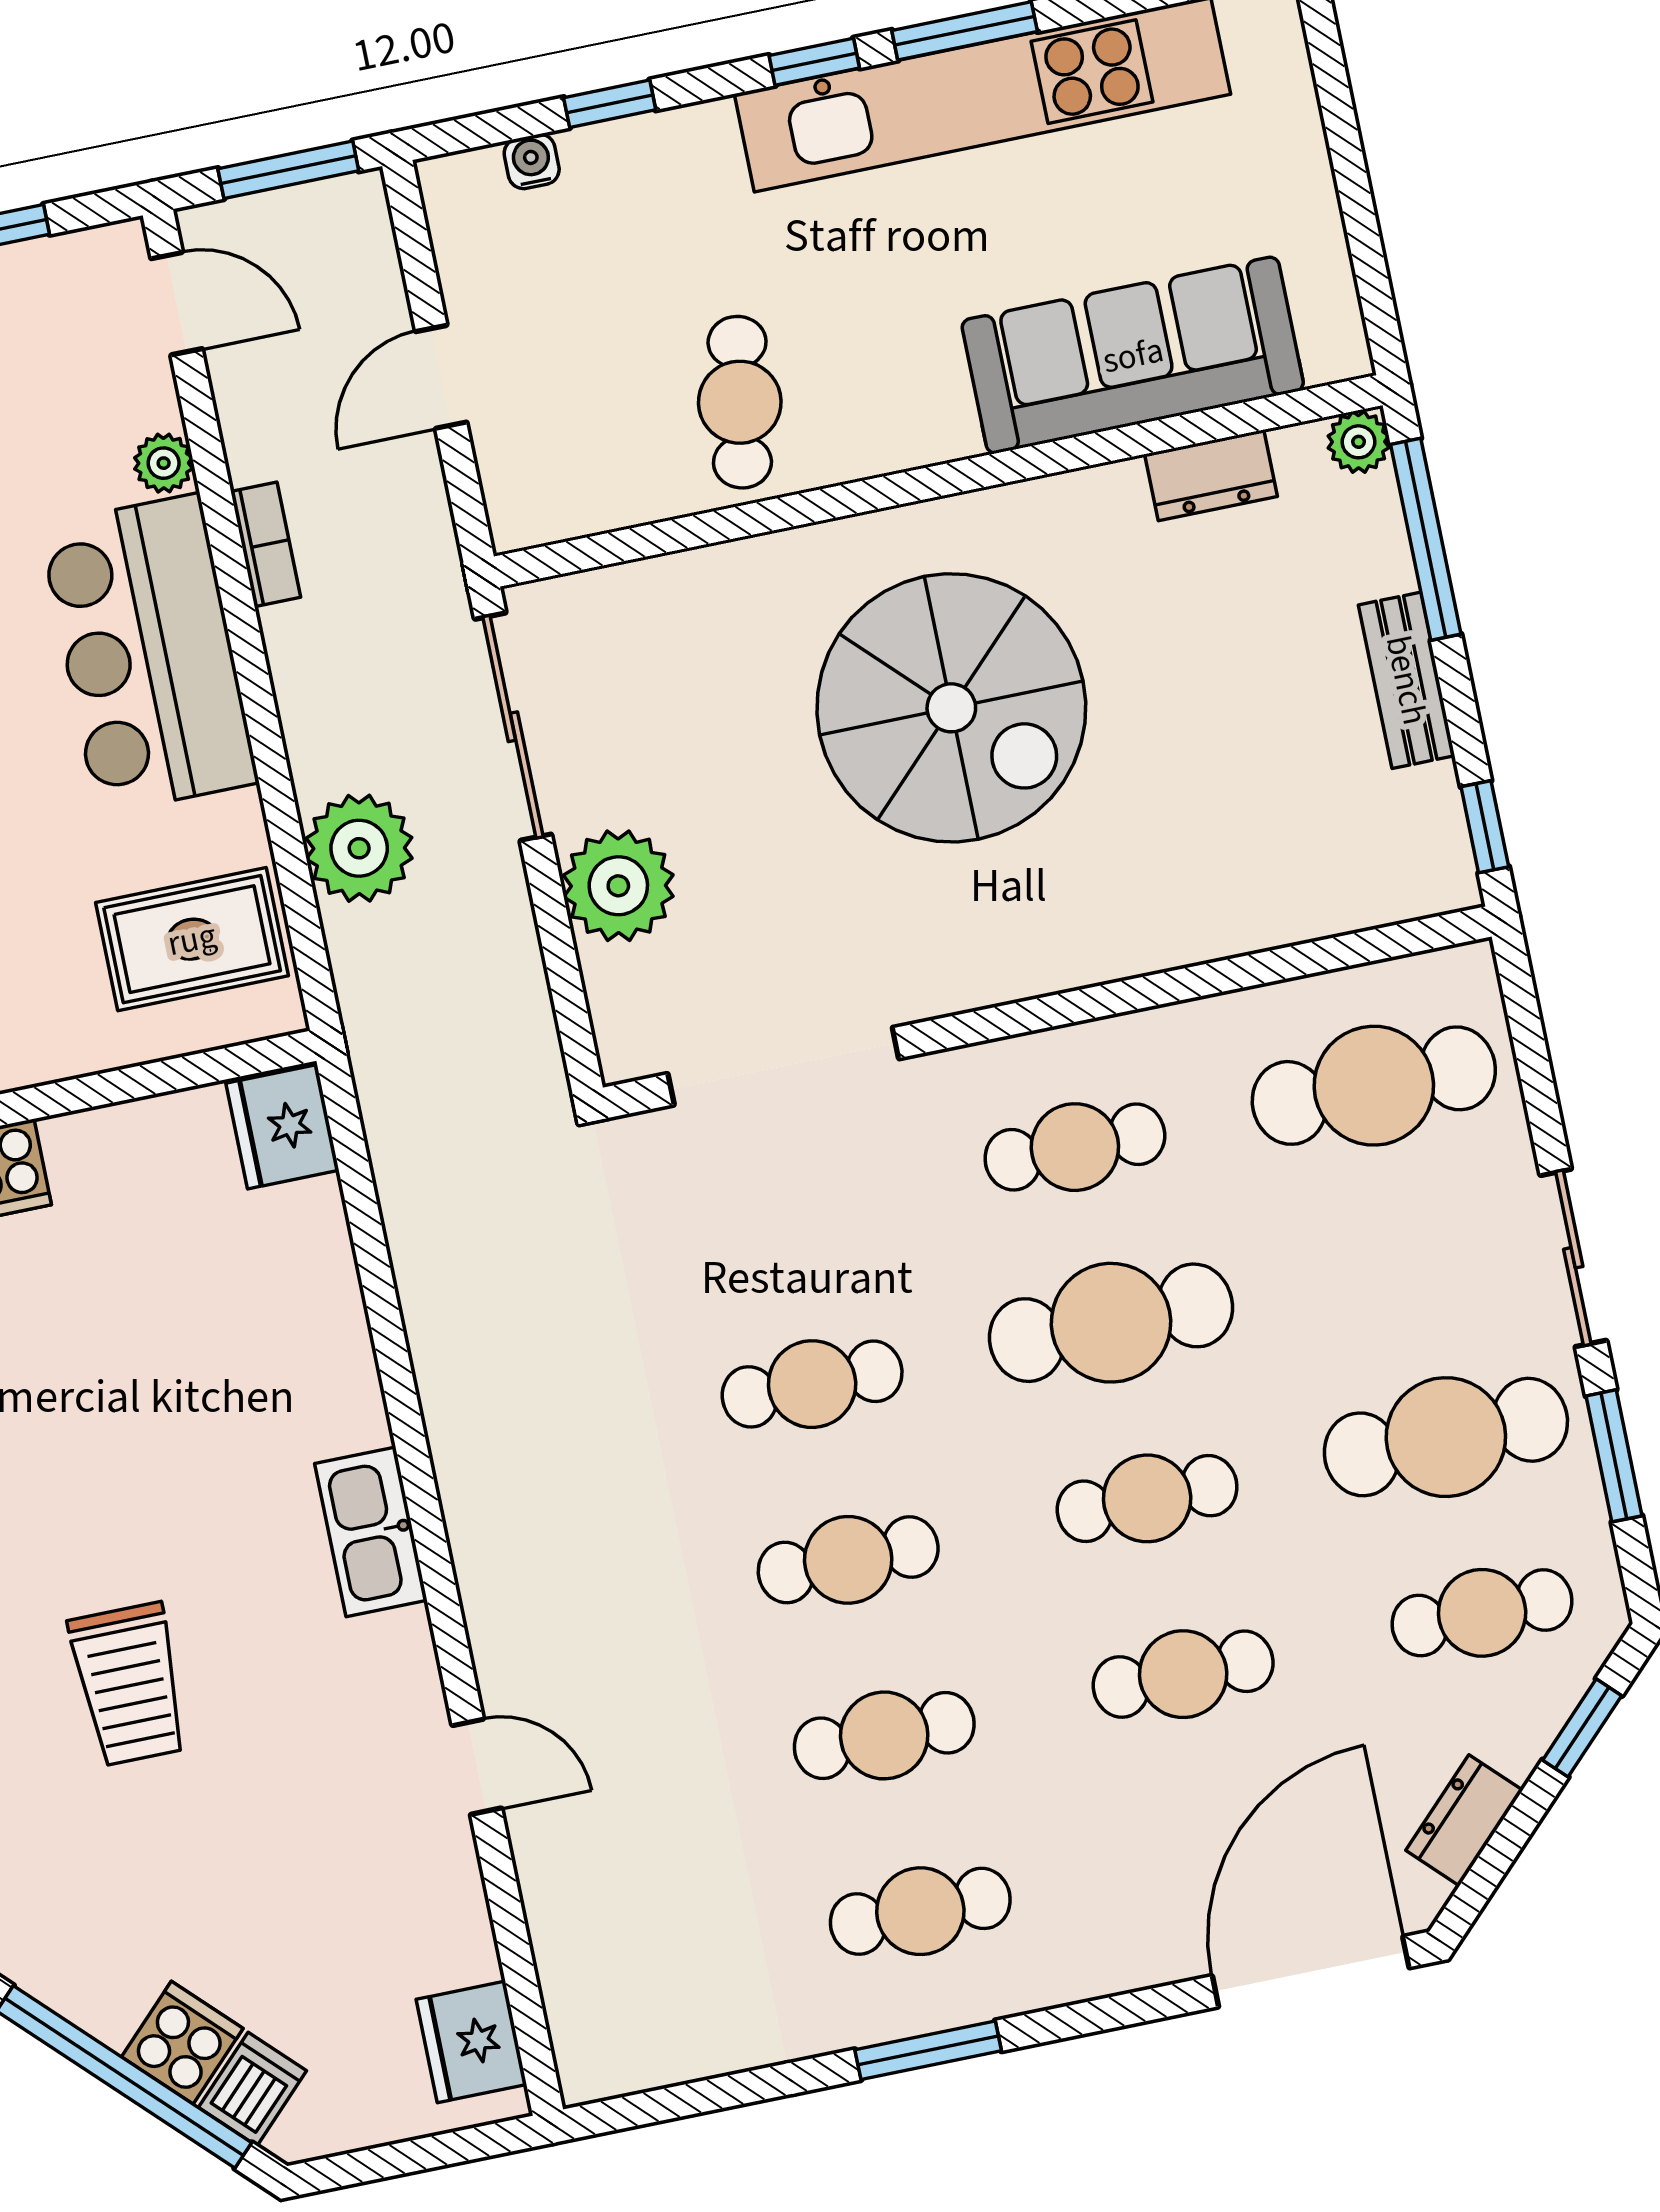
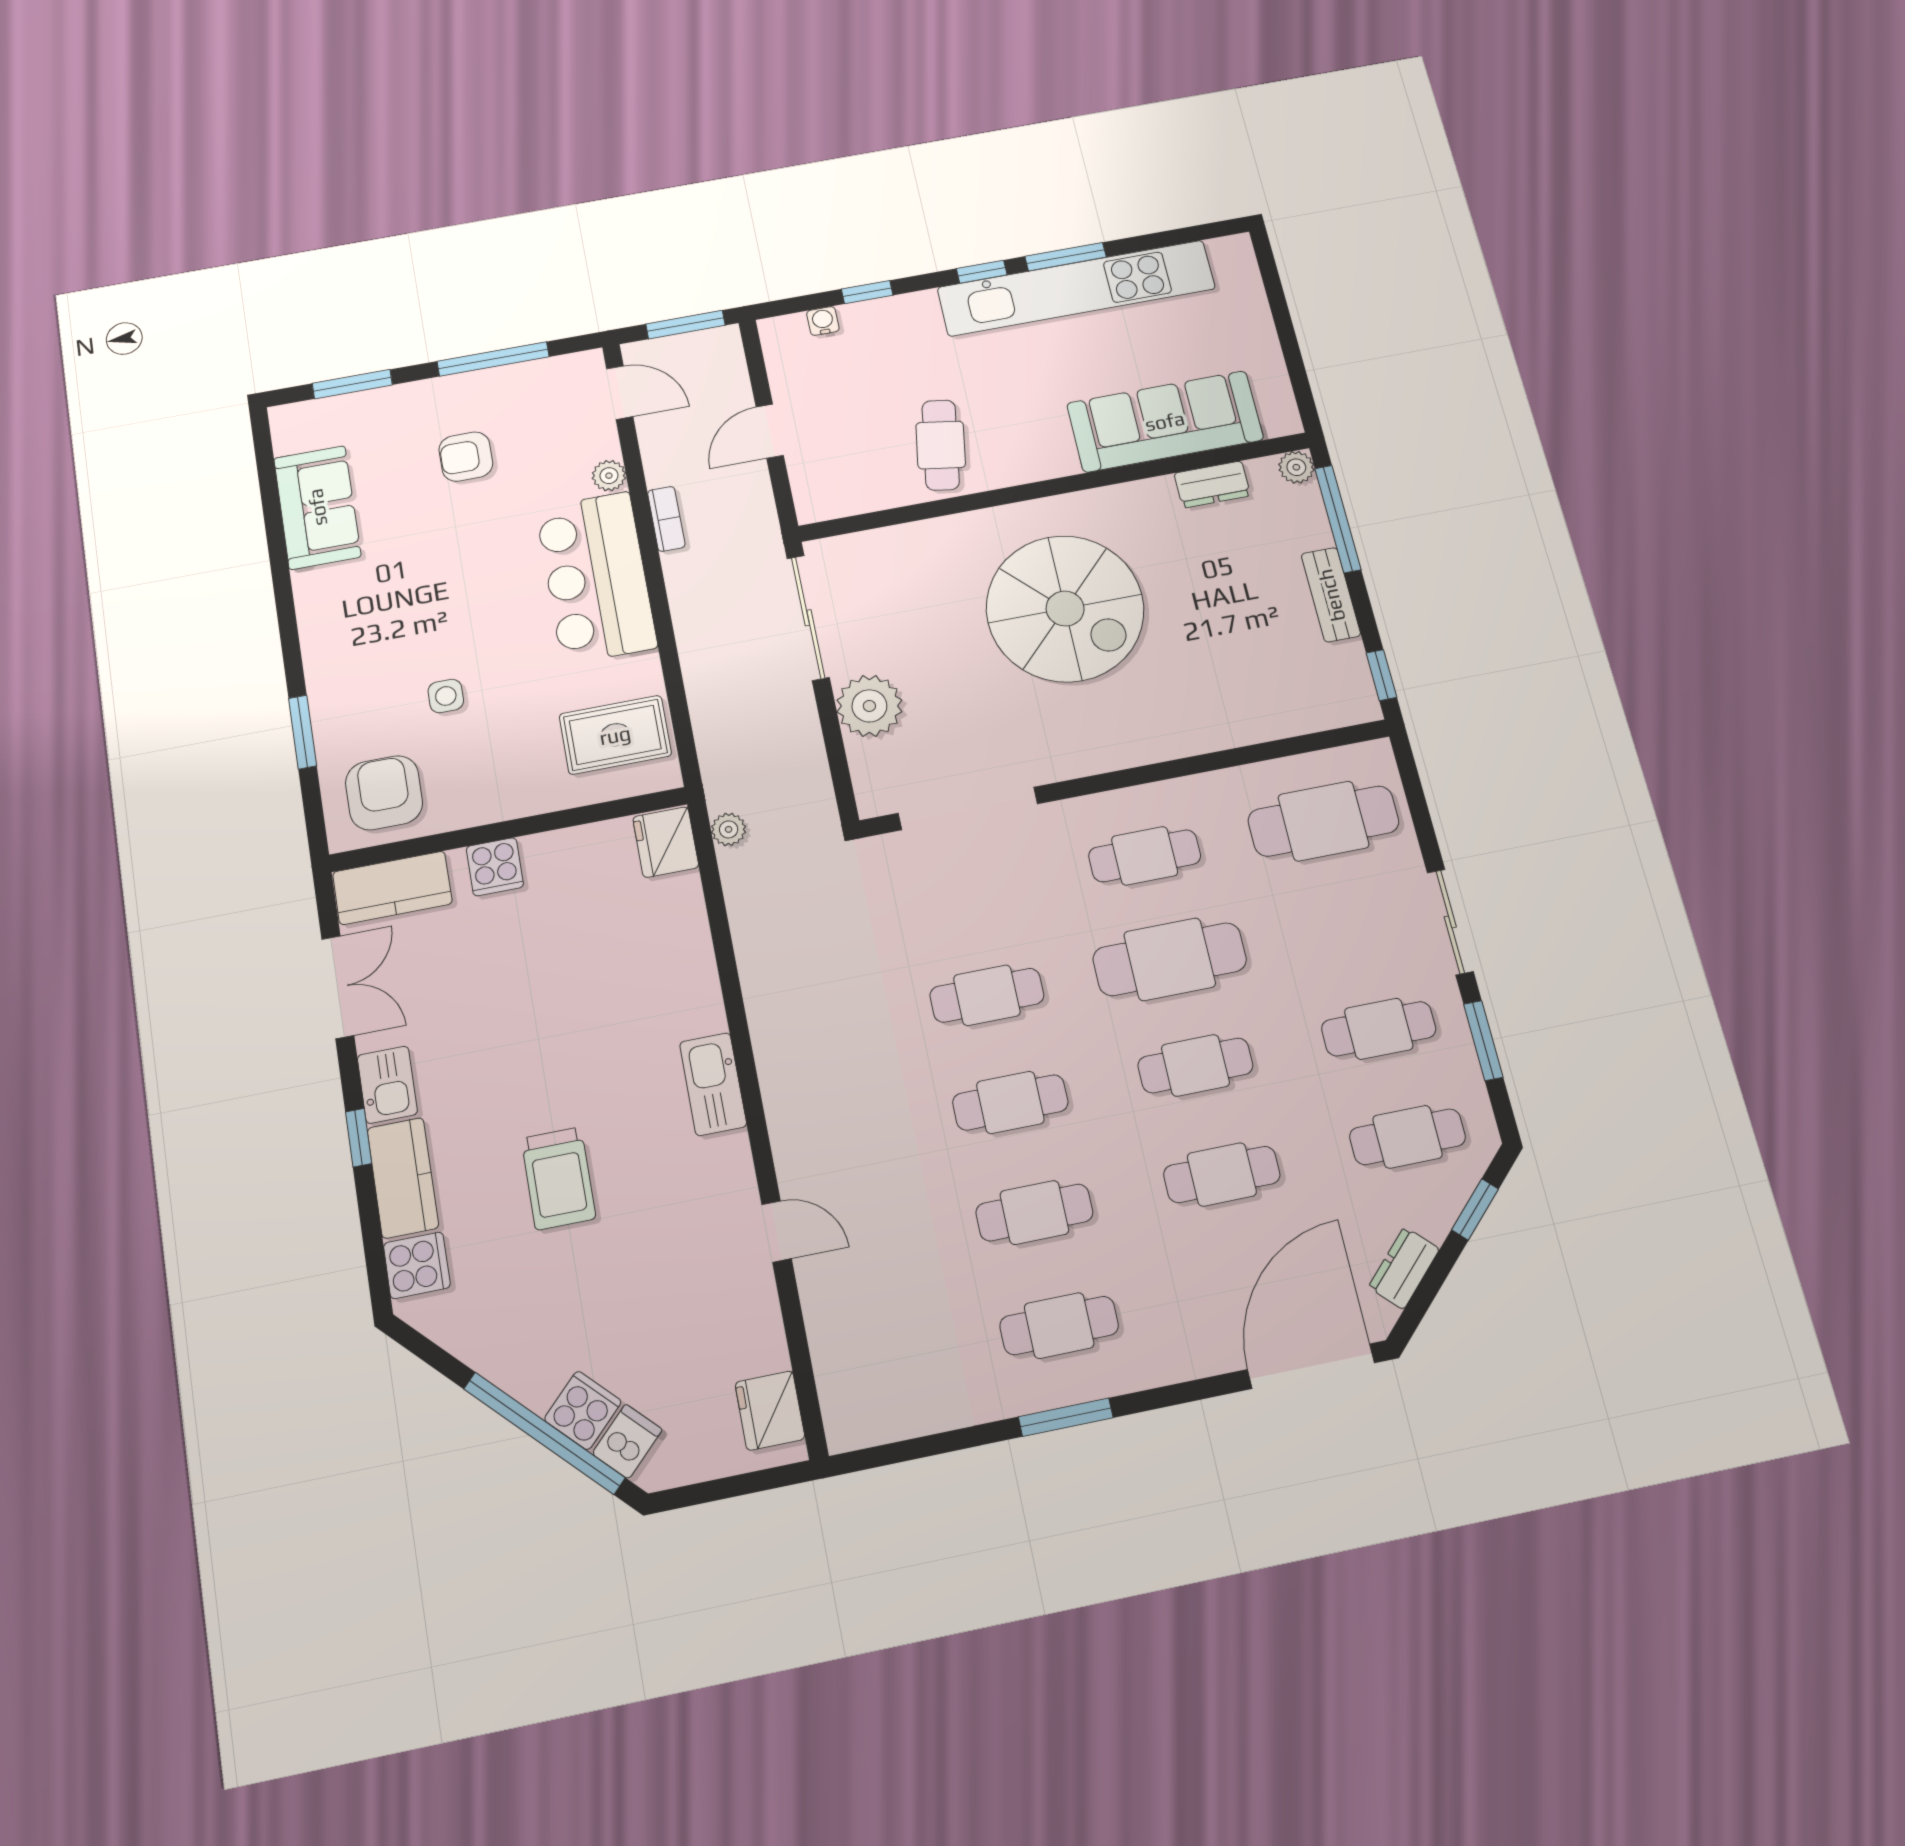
plant: (359, 848) -> (729, 829), moved, width x0.53, depth x0.53
cafe table: (1446, 1437) -> (1379, 1029), width x0.73, depth x0.74

